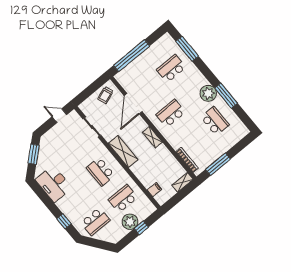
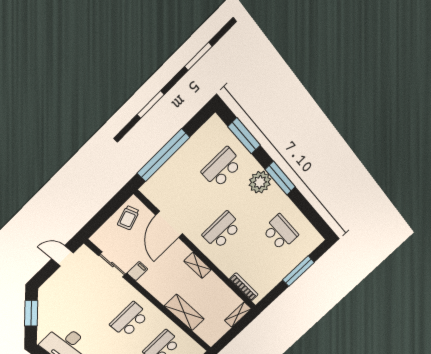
plant: (208, 93) -> (260, 182), moved
window: (226, 96) -> (280, 178), moved
shelving: (123, 151) -> (184, 313), moved
window: (218, 164) -> (298, 271), moved
school desk: (101, 172) -> (129, 320), turned 90
filing cabinet: (154, 190) -> (137, 271), moved

